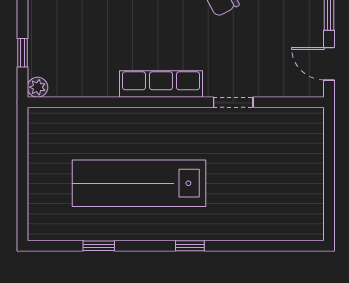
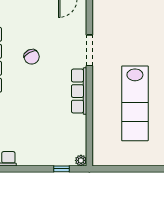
doorway: (233, 102) -> (89, 50), width x1.38

